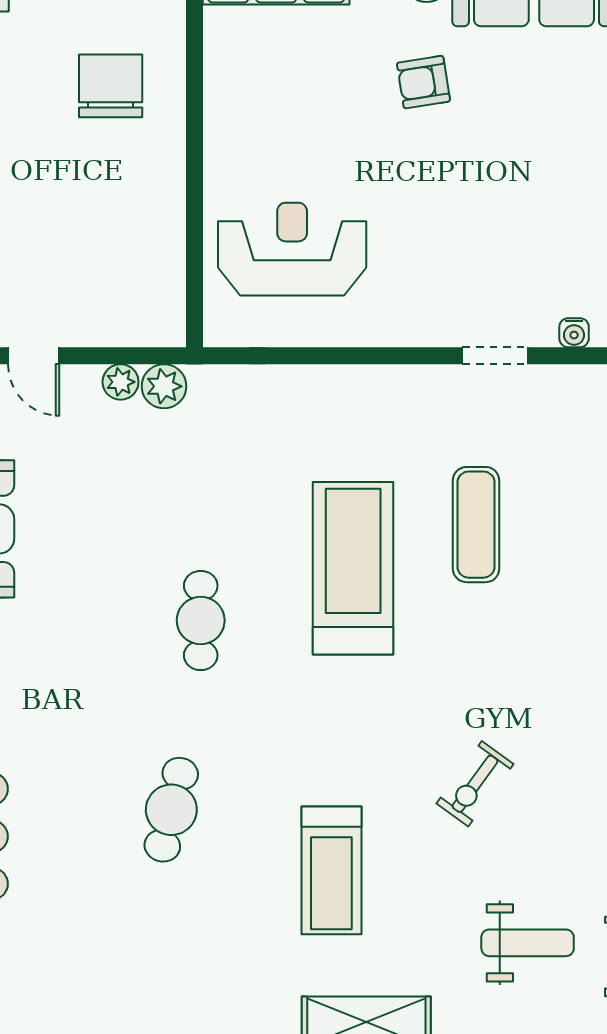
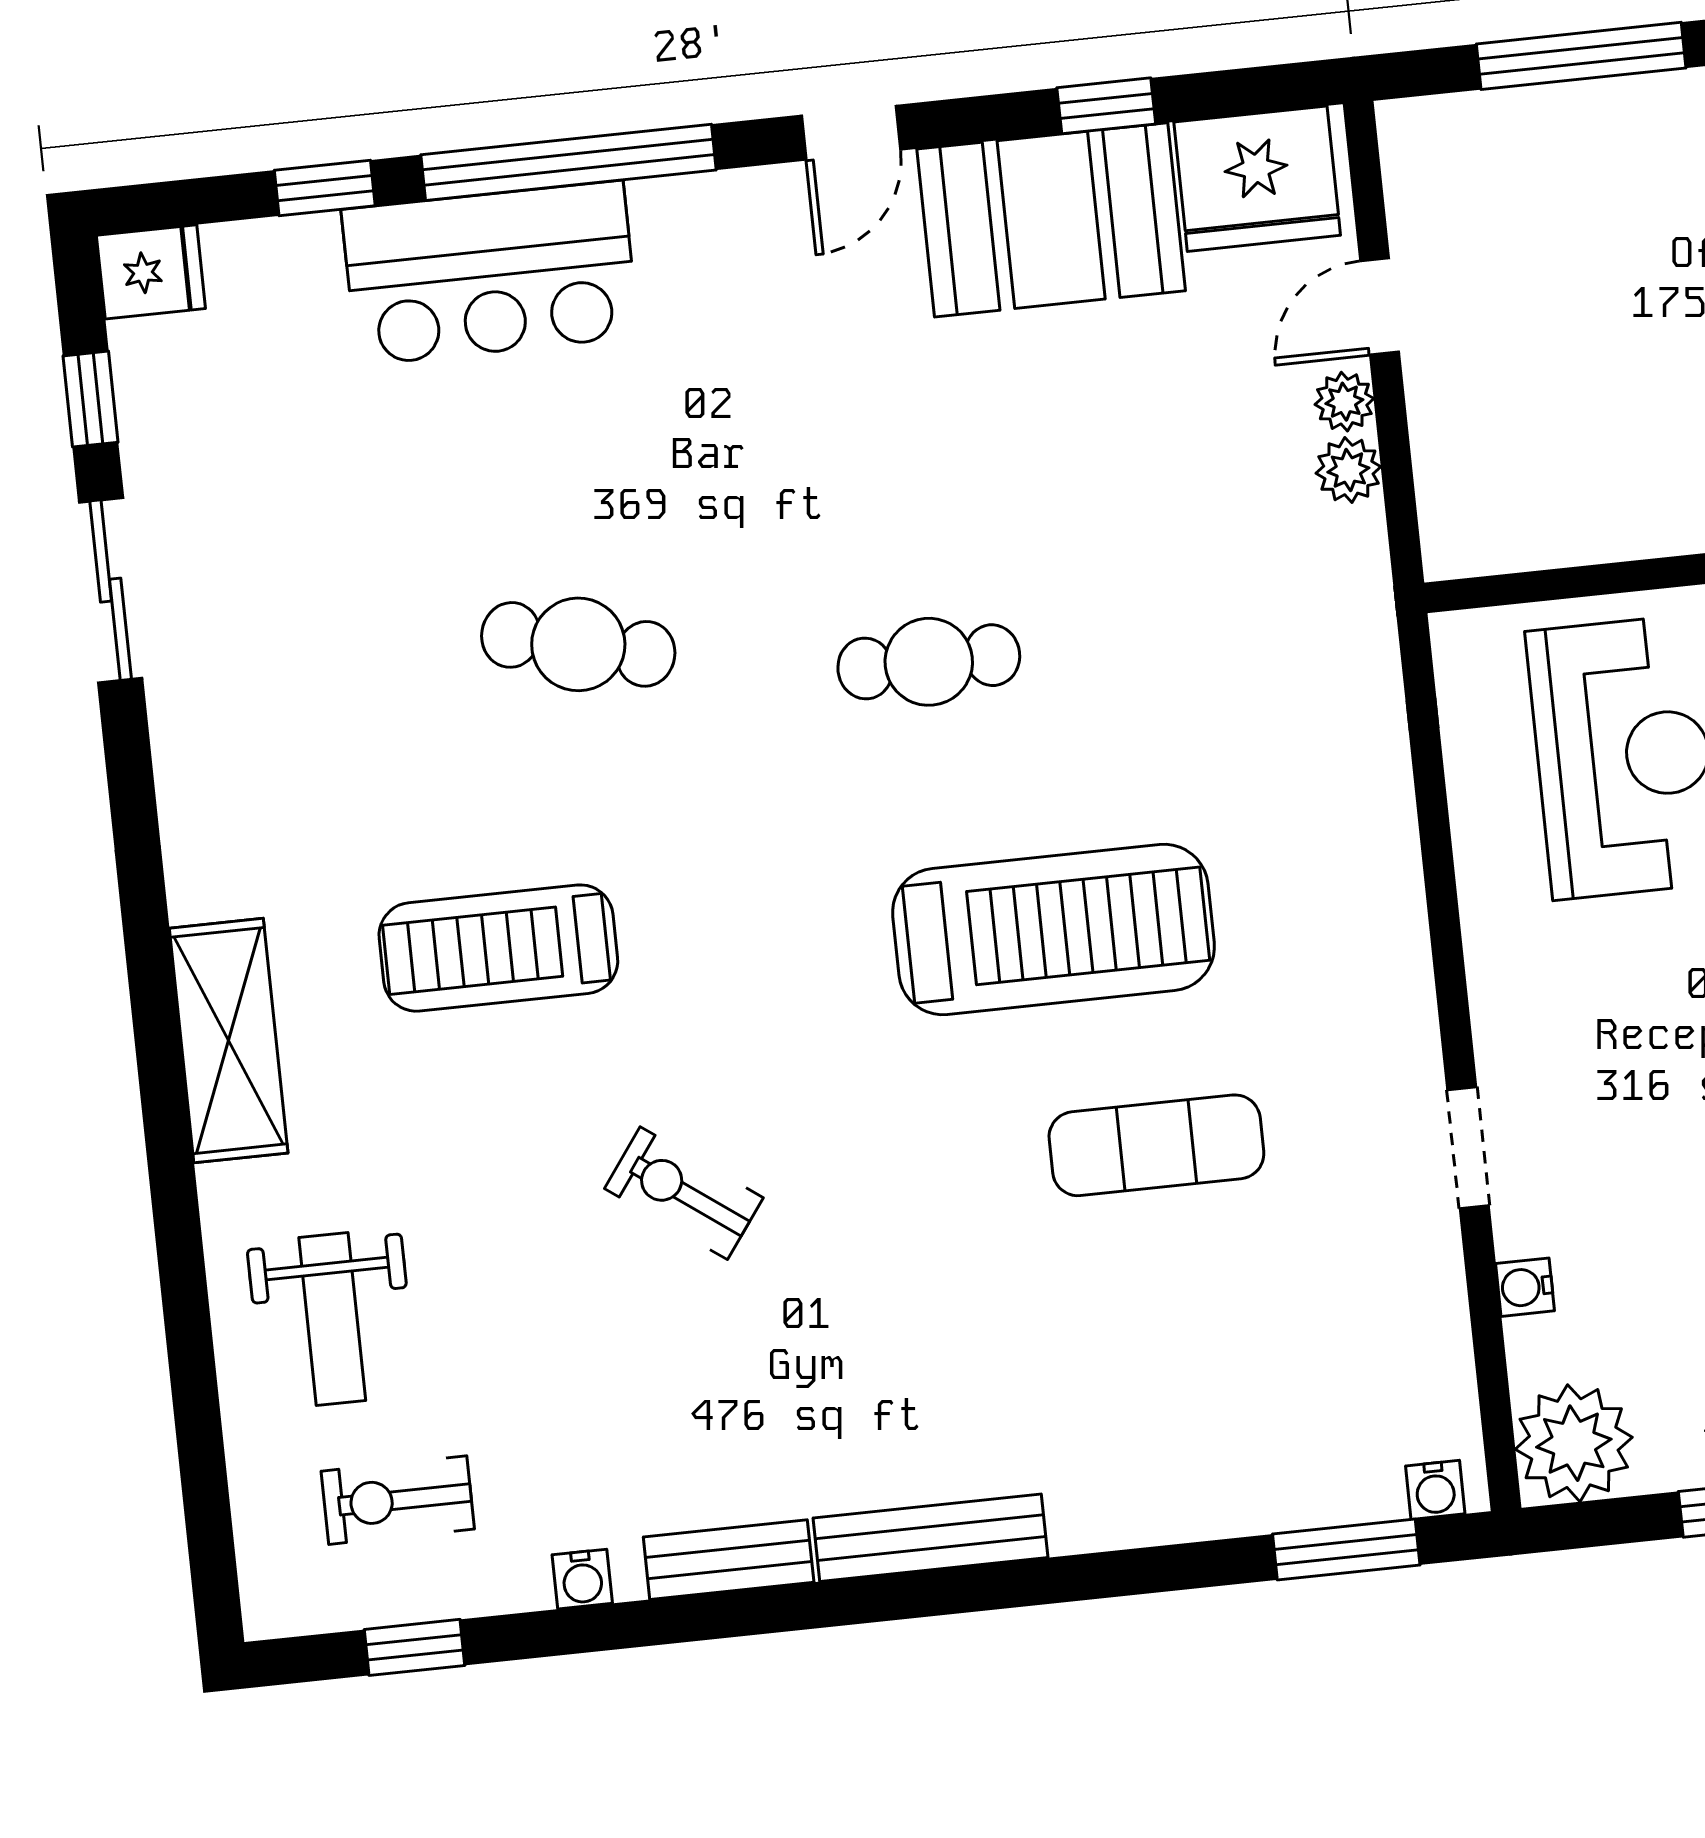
plant: (164, 386) -> (1344, 402), moved, width x0.73, depth x0.73
weight bench: (528, 943) -> (332, 1319), moved

